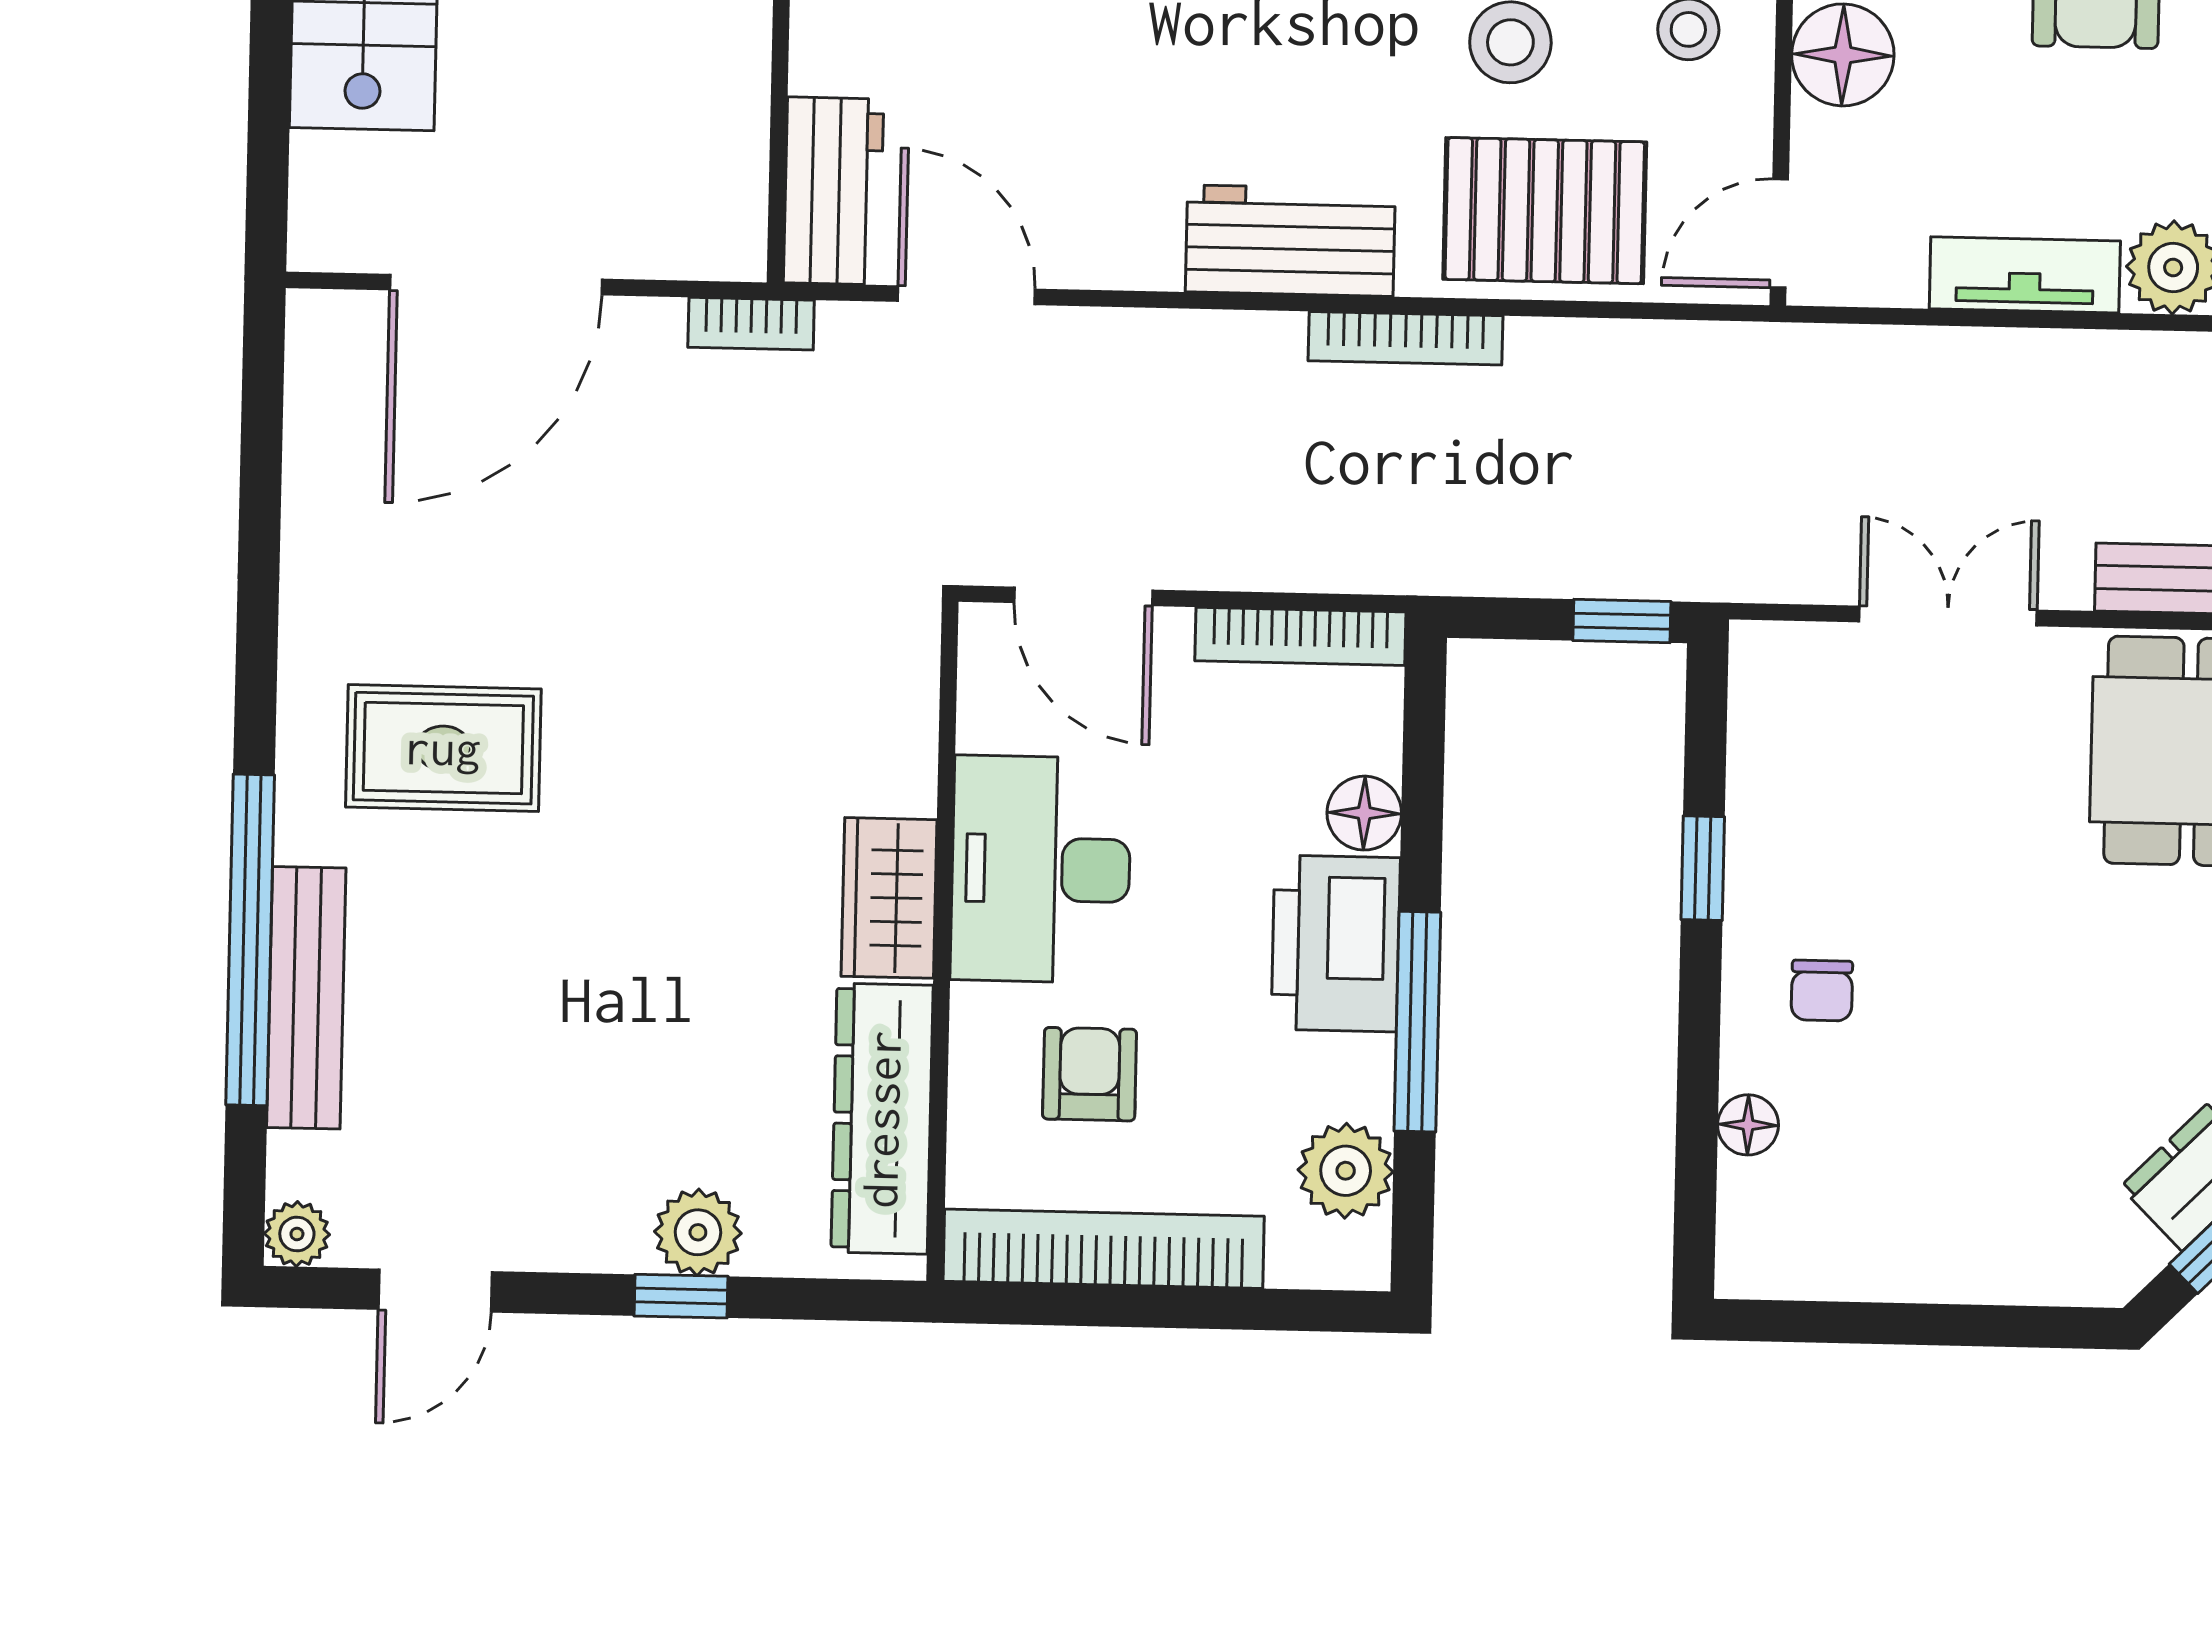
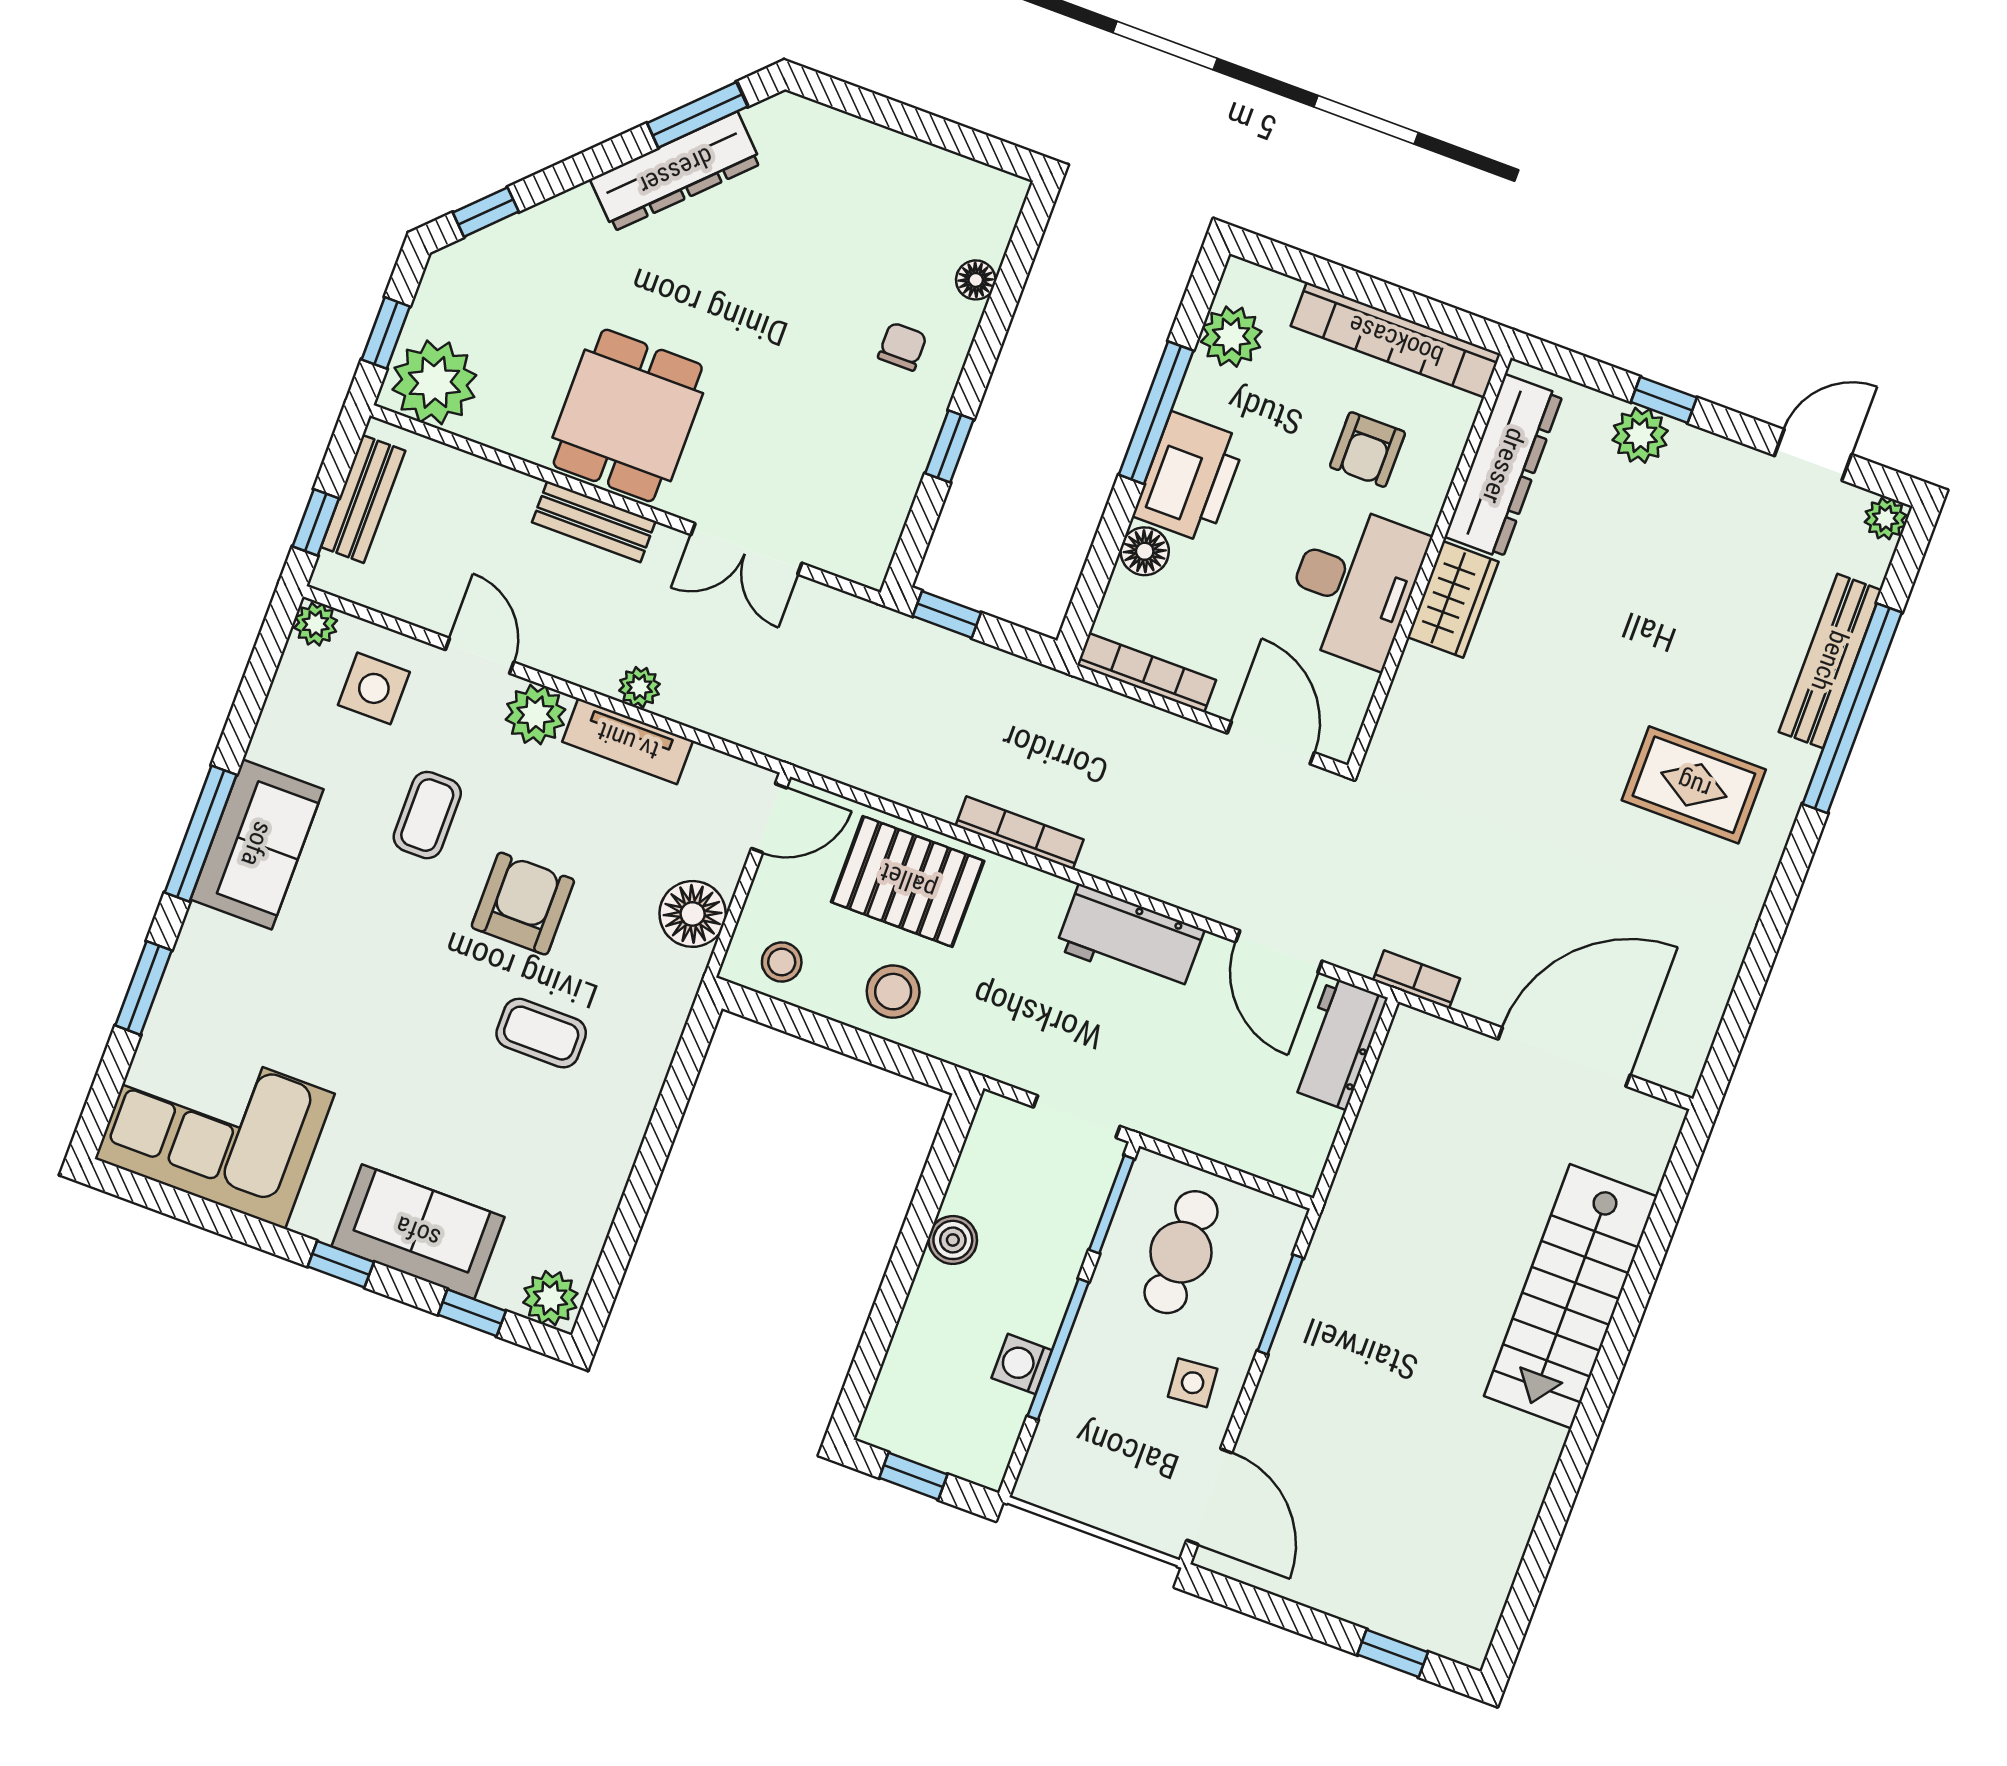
workbench: (1290, 241) -> (1130, 939), moved
plant: (2035, 360) -> (639, 687), added

